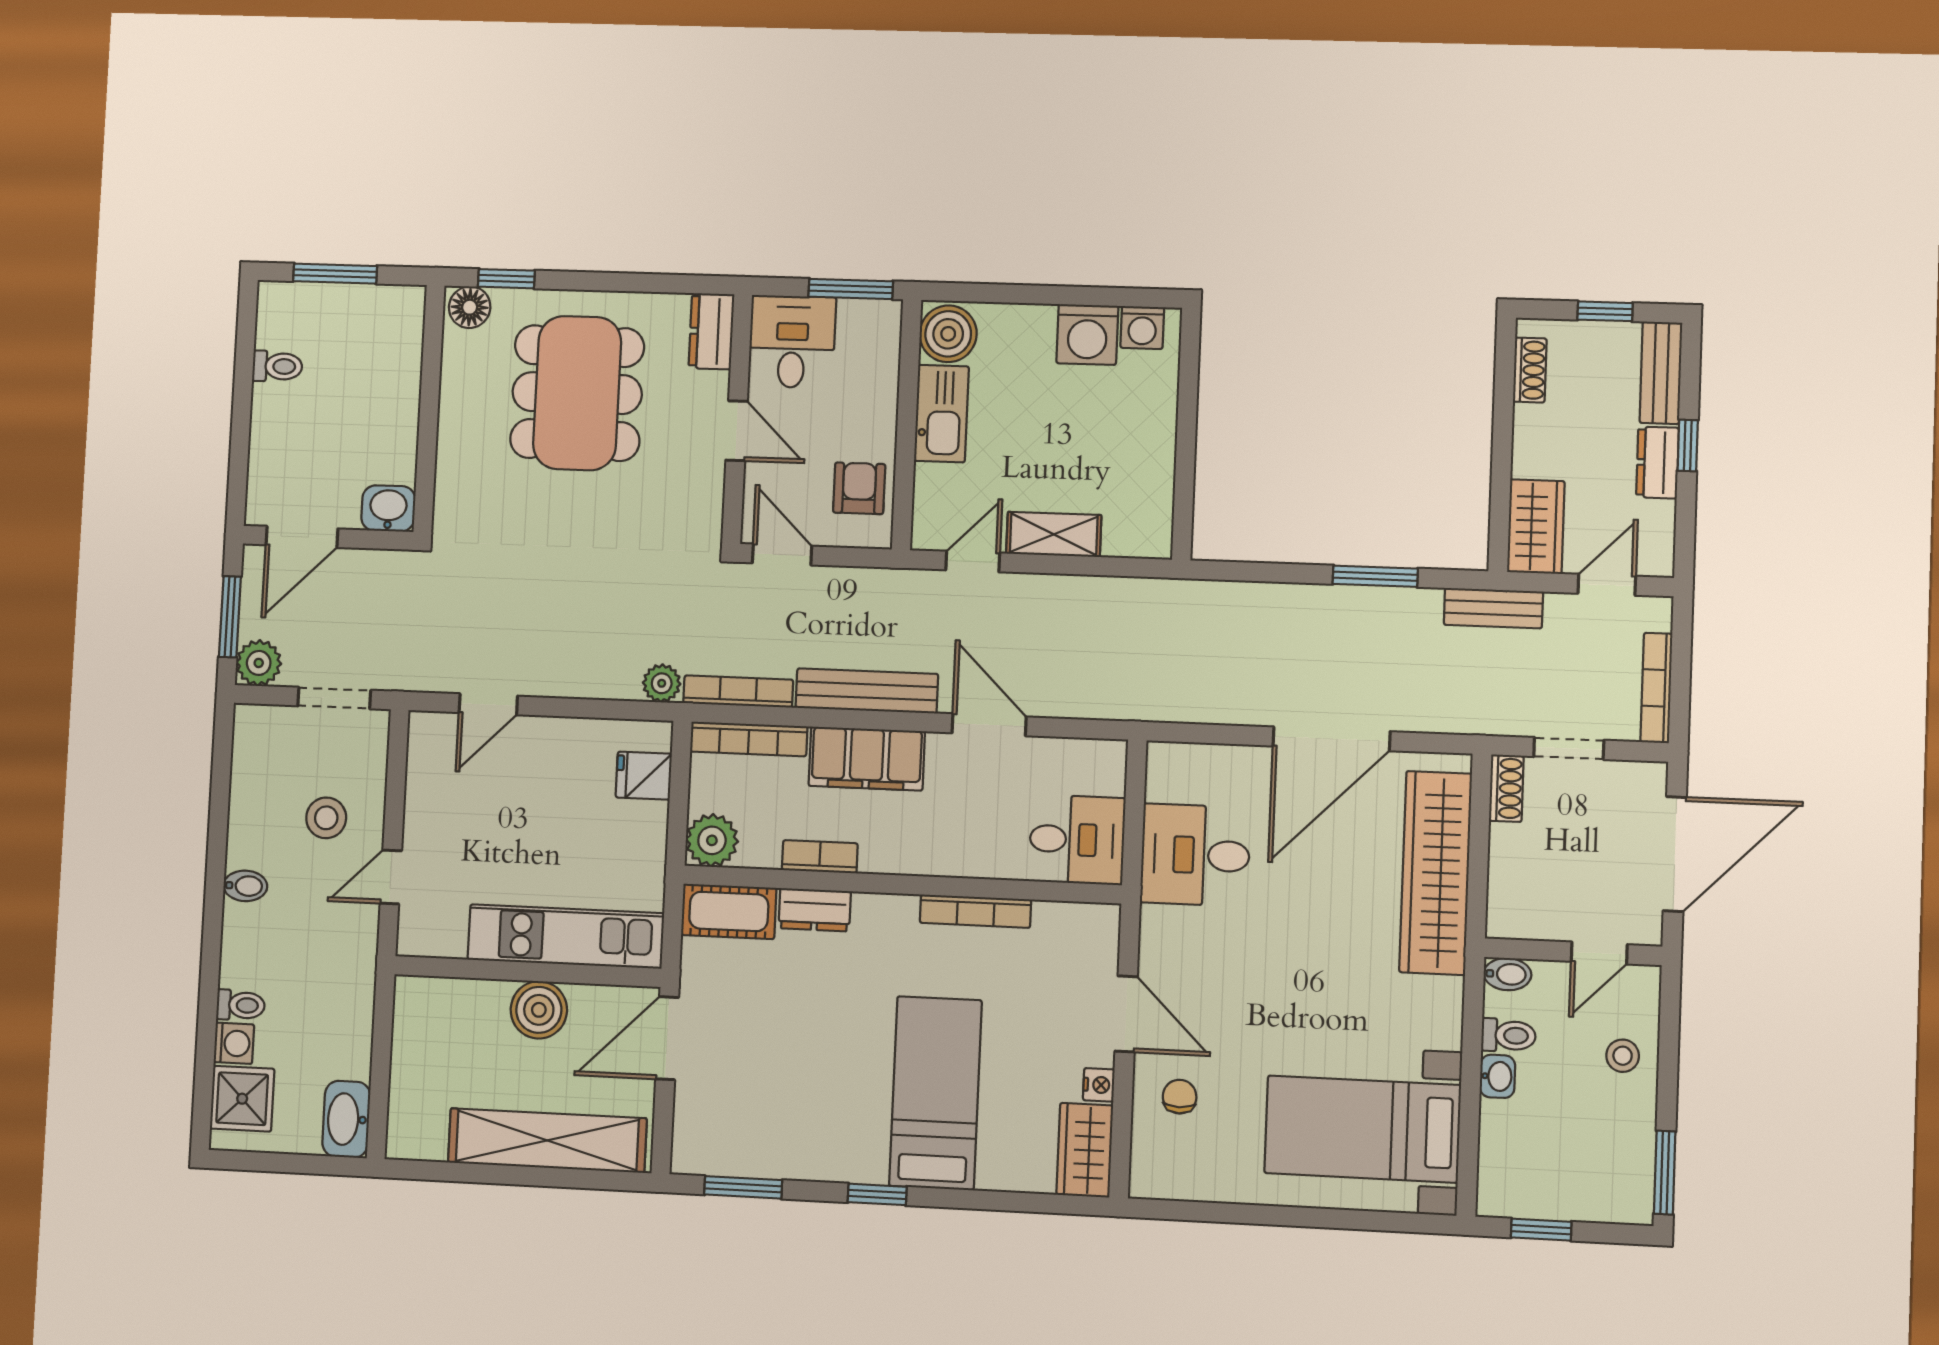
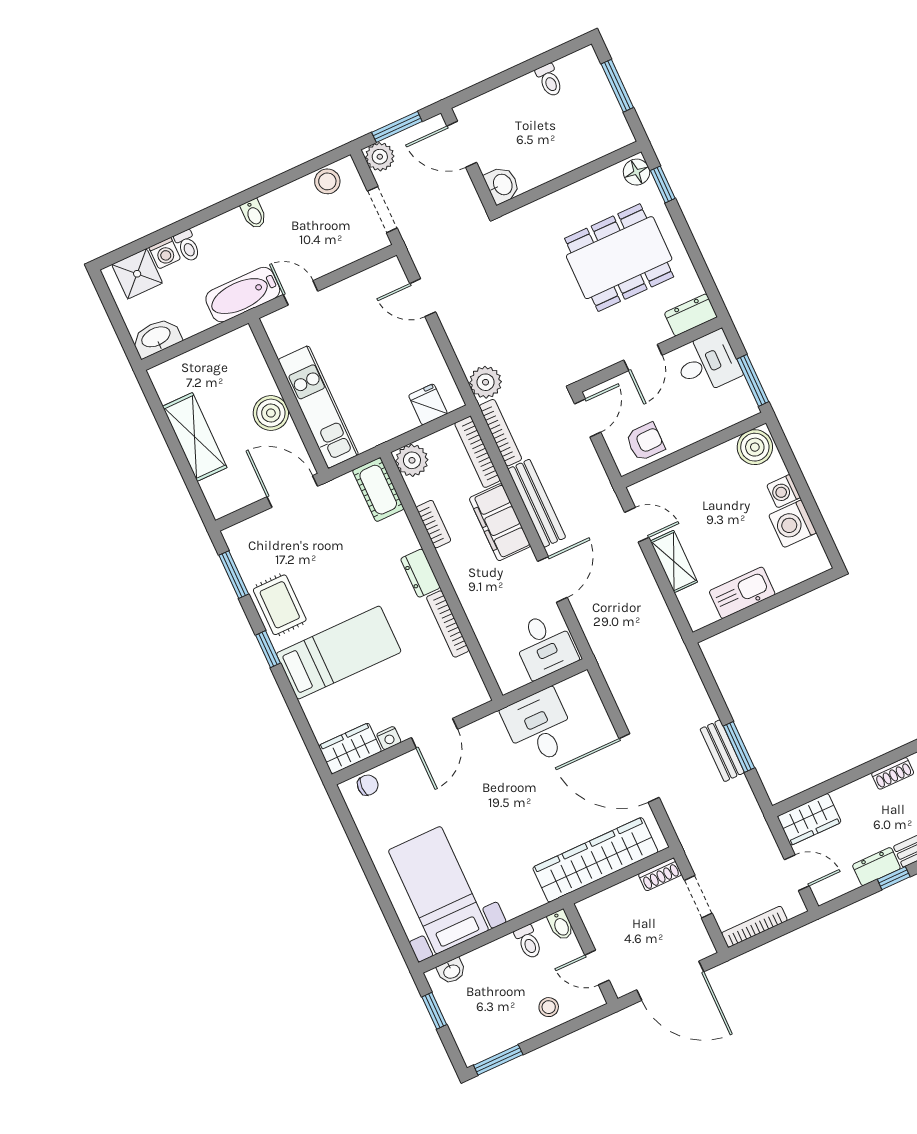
washing machine: (1142, 327) -> (783, 491), moved
kitchen sink: (941, 414) -> (742, 593), moved, turned 180
bench: (1493, 608) -> (722, 751), moved
plant: (662, 683) -> (486, 382), width x1.38, depth x1.38
stool: (326, 818) -> (327, 181), moved
desk: (1077, 840) -> (544, 645), moved
dresser: (815, 910) -> (420, 573), moved
bathtub: (350, 962) -> (243, 295), added
washbasin: (1497, 1076) -> (451, 971), moved
chair: (1180, 1097) -> (368, 785), moved
shelving: (547, 1140) -> (195, 437), width x0.68
rug: (821, 1143) -> (280, 605), added

